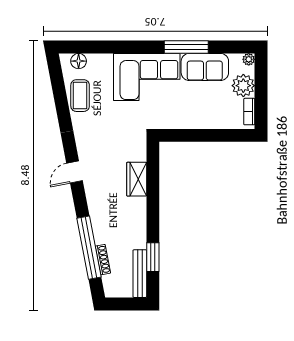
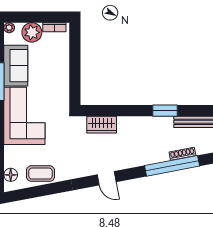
wardrobe: (137, 179) -> (102, 125), moved
window: (153, 257) -> (165, 111), moved

